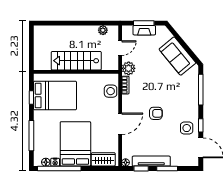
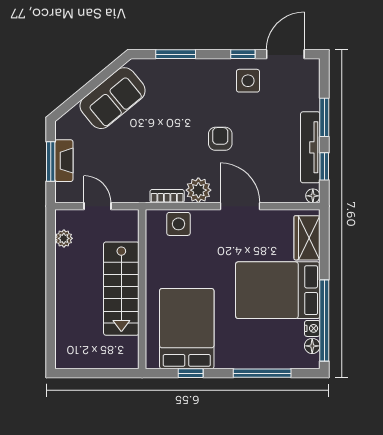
plant: (129, 68) -> (198, 190), moved
window: (201, 90) -> (176, 54), width x0.69

